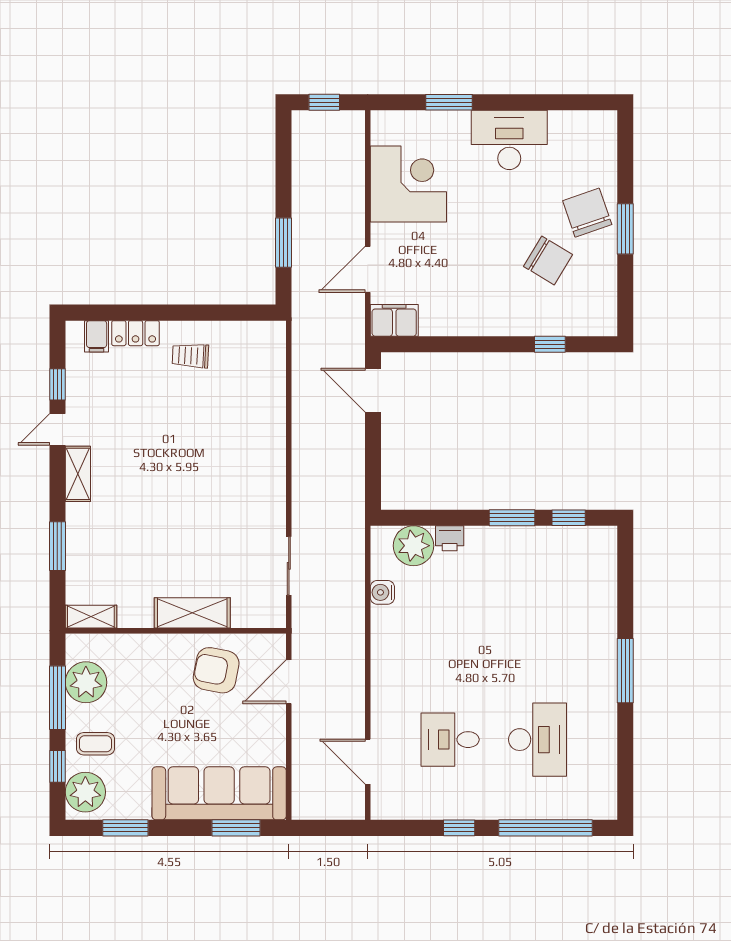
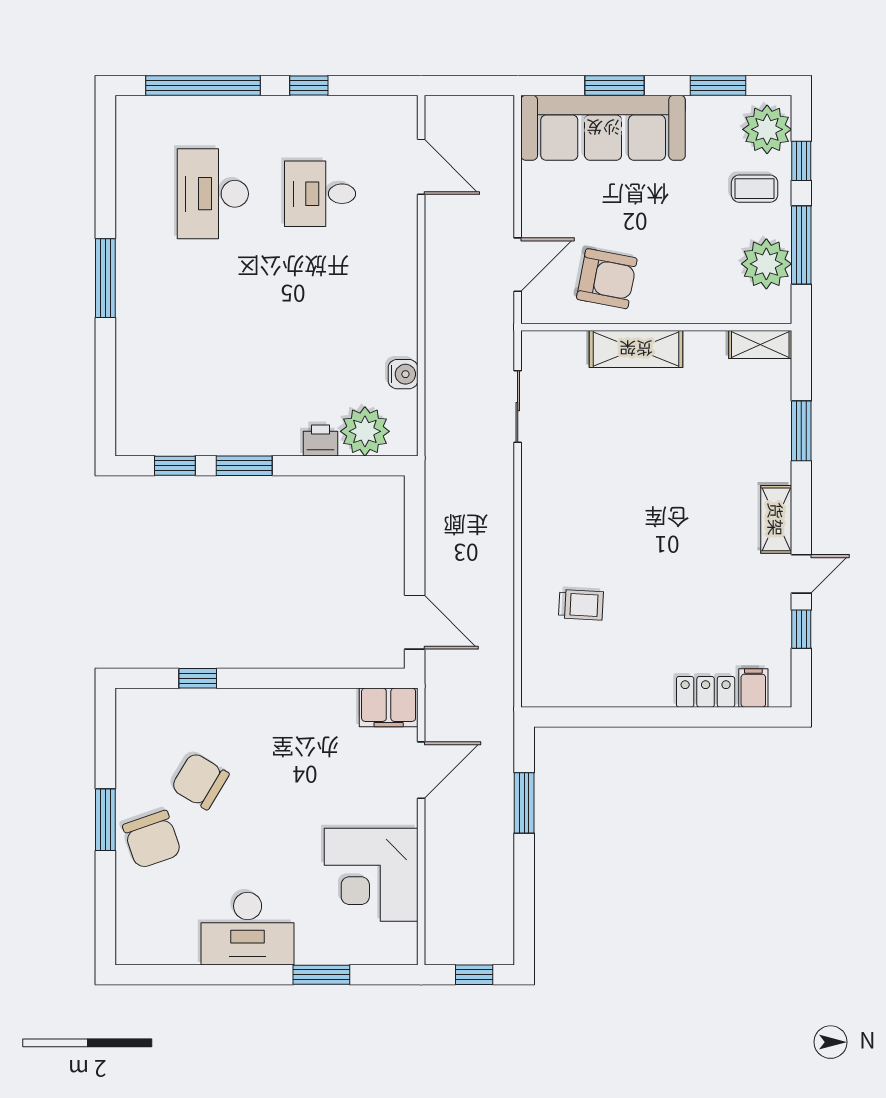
trolley: (190, 356) -> (581, 605), moved
desk: (450, 740) -> (320, 194), turned 180
window: (236, 828) -> (614, 86), moved

